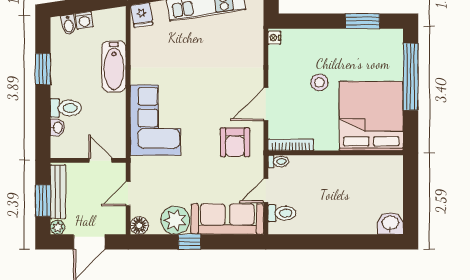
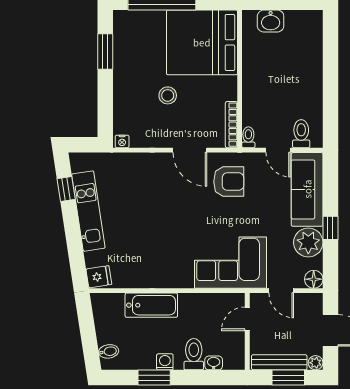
washing machine: (84, 20) -> (165, 362), moved, turned -81
corner sofa: (156, 120) -> (230, 263), moved
washbasin: (390, 223) -> (271, 21), moved, turned -90

